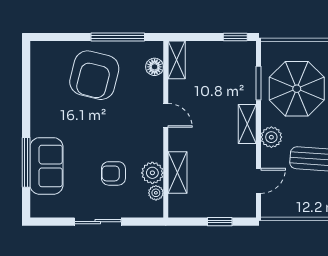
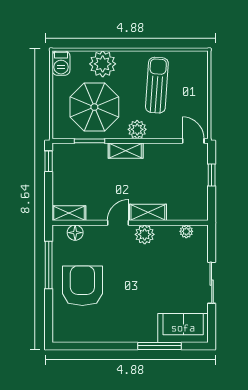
armchair: (94, 75) -> (82, 286), turned -104
sofa: (46, 166) -> (183, 328), moved
armchair: (113, 173) -> (169, 269), removed
plant: (152, 173) -> (145, 234), moved
shelving: (177, 173) -> (148, 212), moved
door: (258, 181) -> (193, 141), moved

